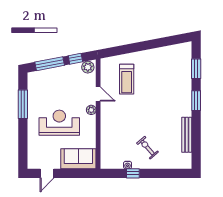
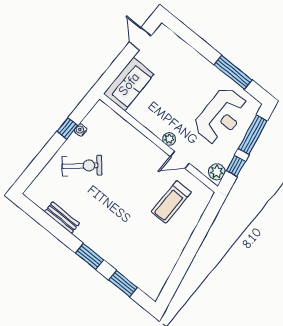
treadmill: (127, 79) -> (171, 202), turned -90
reception desk: (59, 123) -> (221, 116), moved
bench: (187, 135) -> (62, 218), width x0.73
exercise bike: (147, 148) -> (82, 166), width x1.38, depth x1.39

